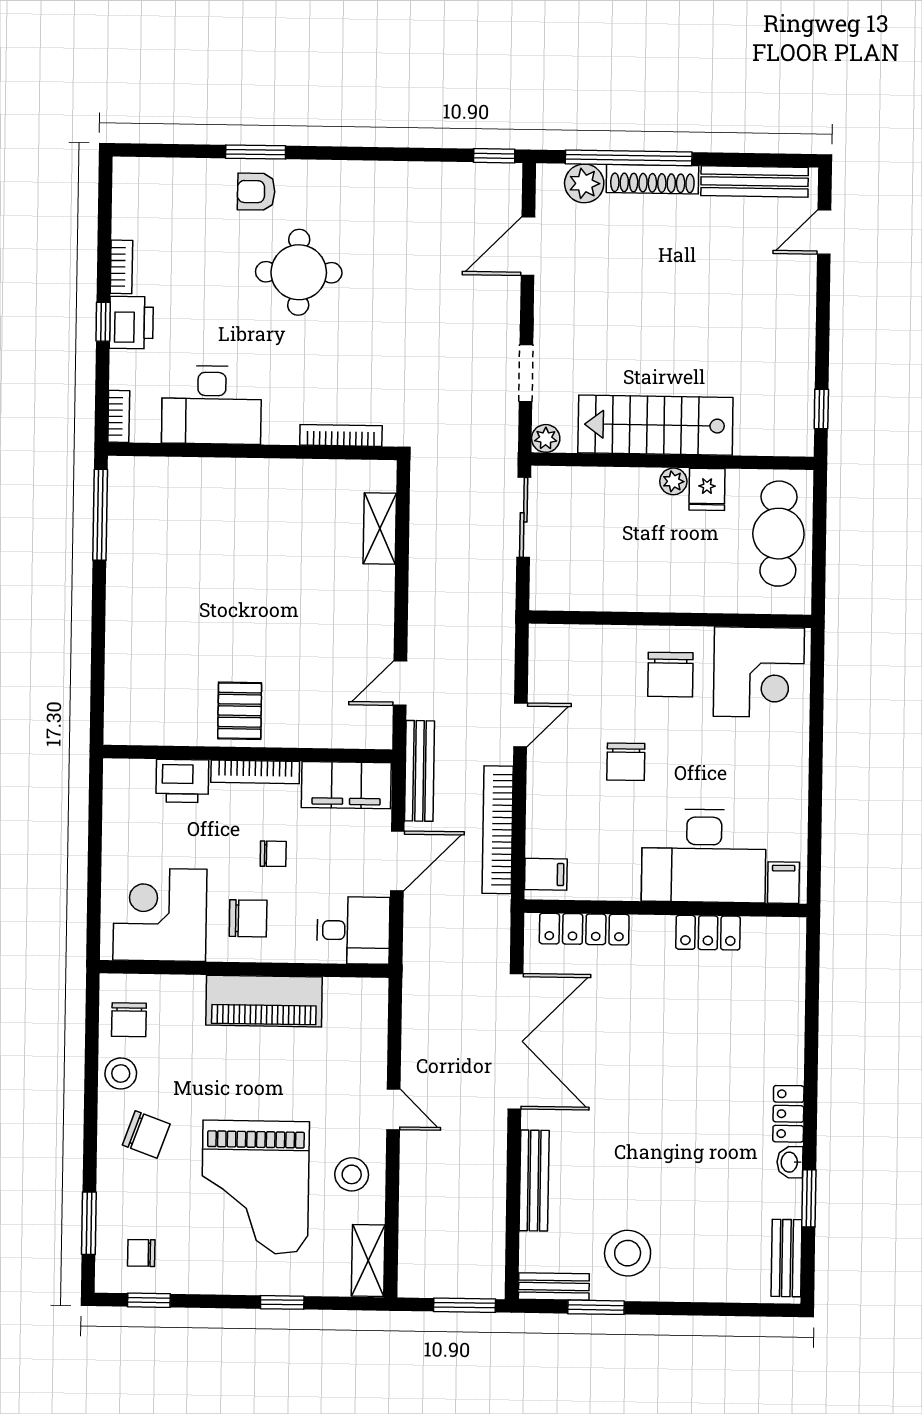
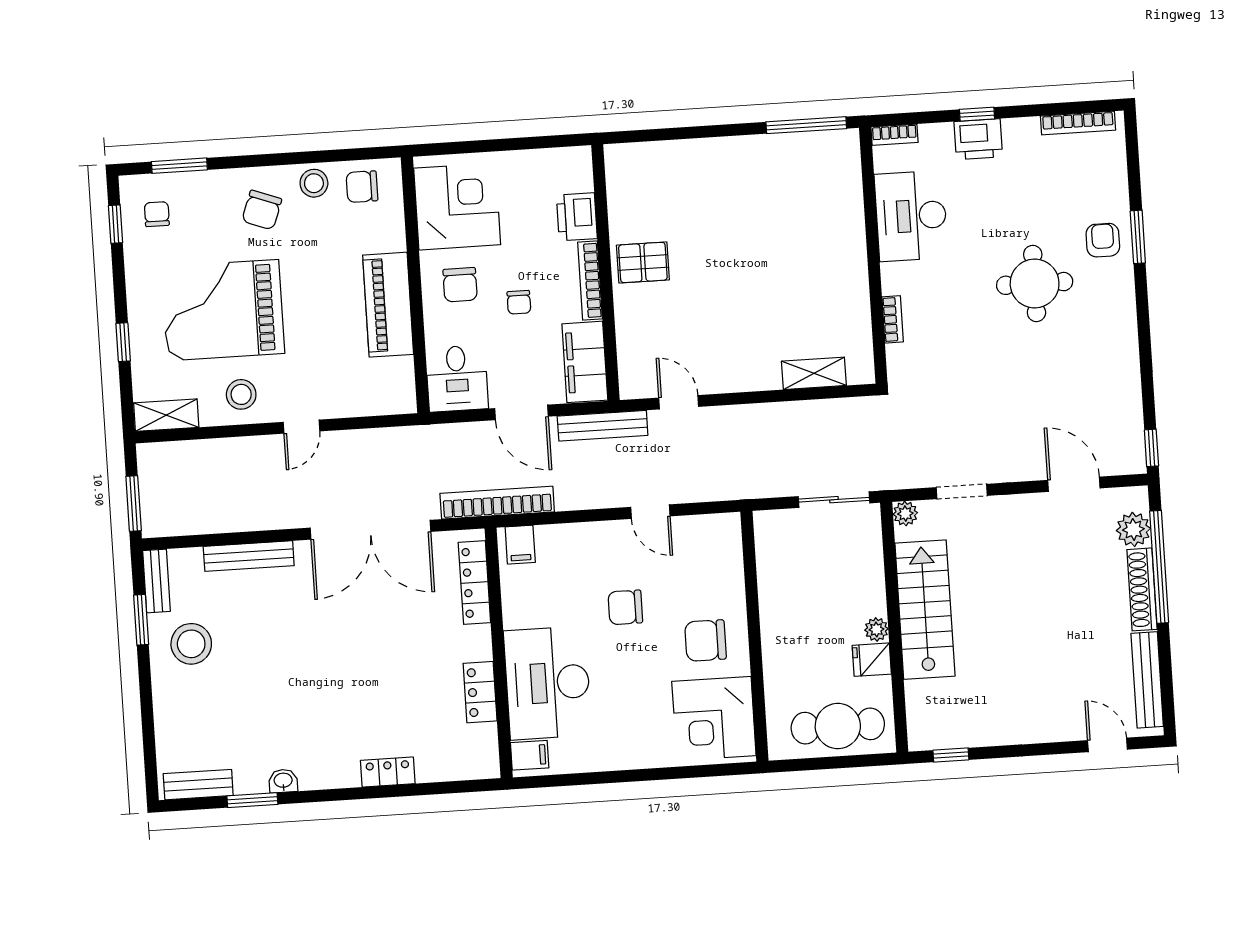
bookcase: (121, 267) -> (1078, 123), moved, width x1.56
bookcase: (341, 435) -> (893, 319), width x0.64
bookcase: (498, 830) -> (497, 503), moved
locker: (788, 1114) -> (388, 772), moved

